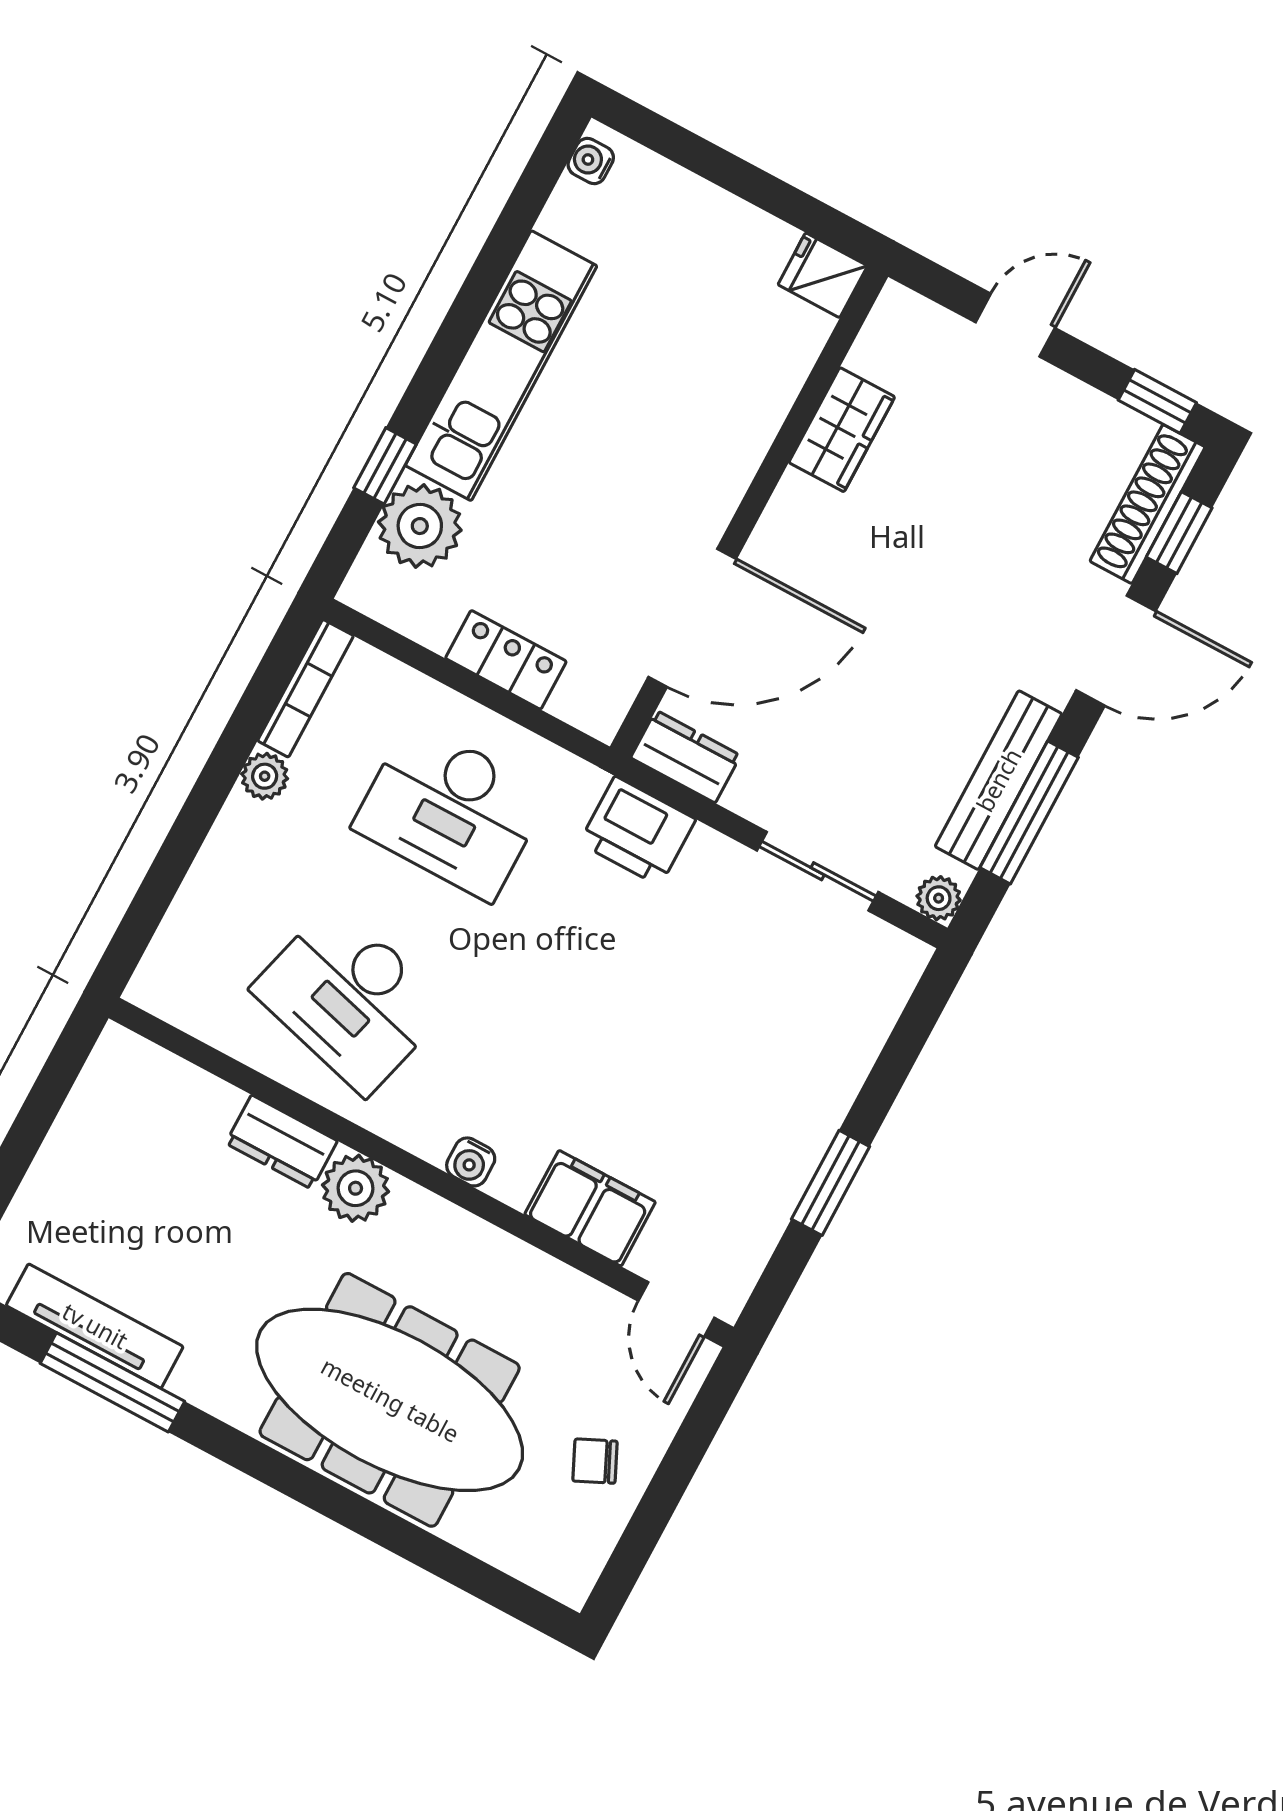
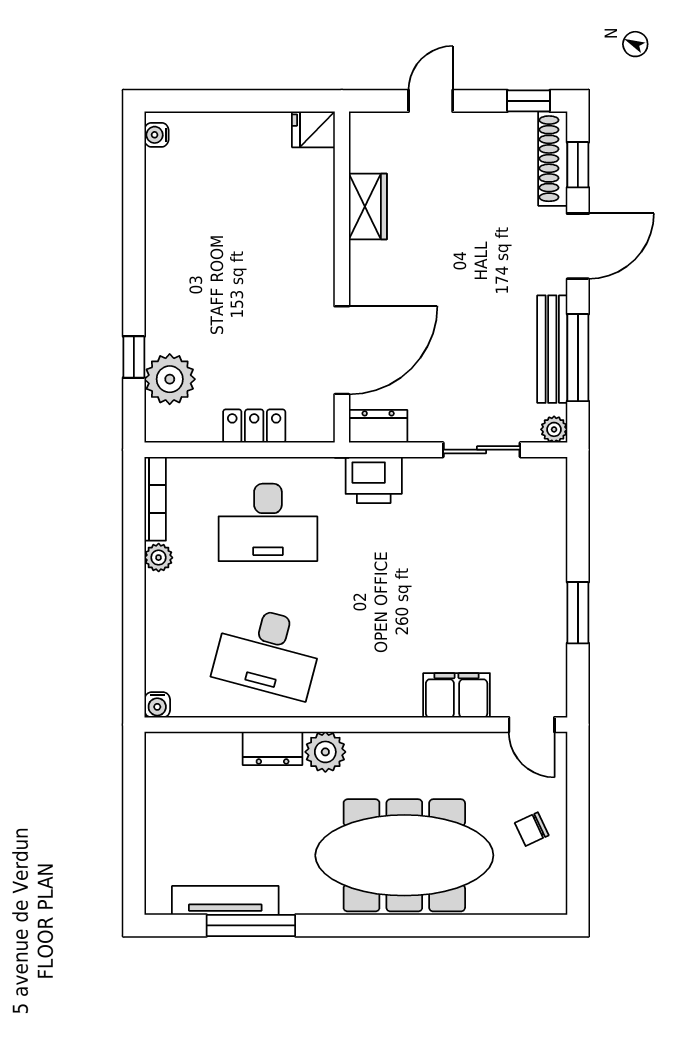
kitchen unit: (501, 366) -> (167, 270), removed
water cooler: (471, 1162) -> (157, 705), moved

